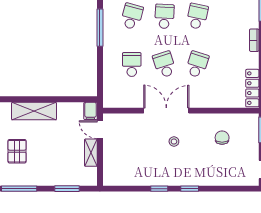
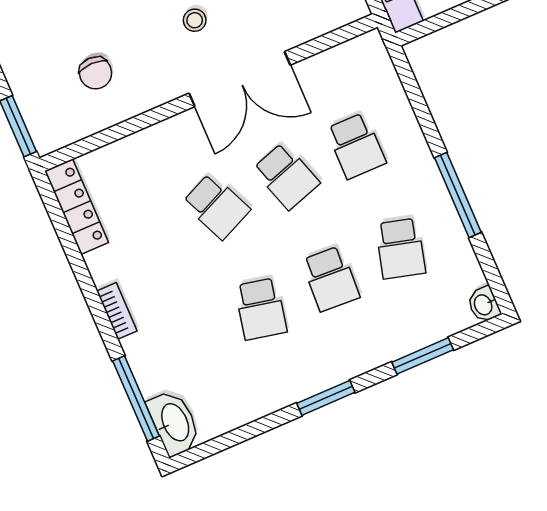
school desk: (197, 64) -> (216, 206), turned -42

